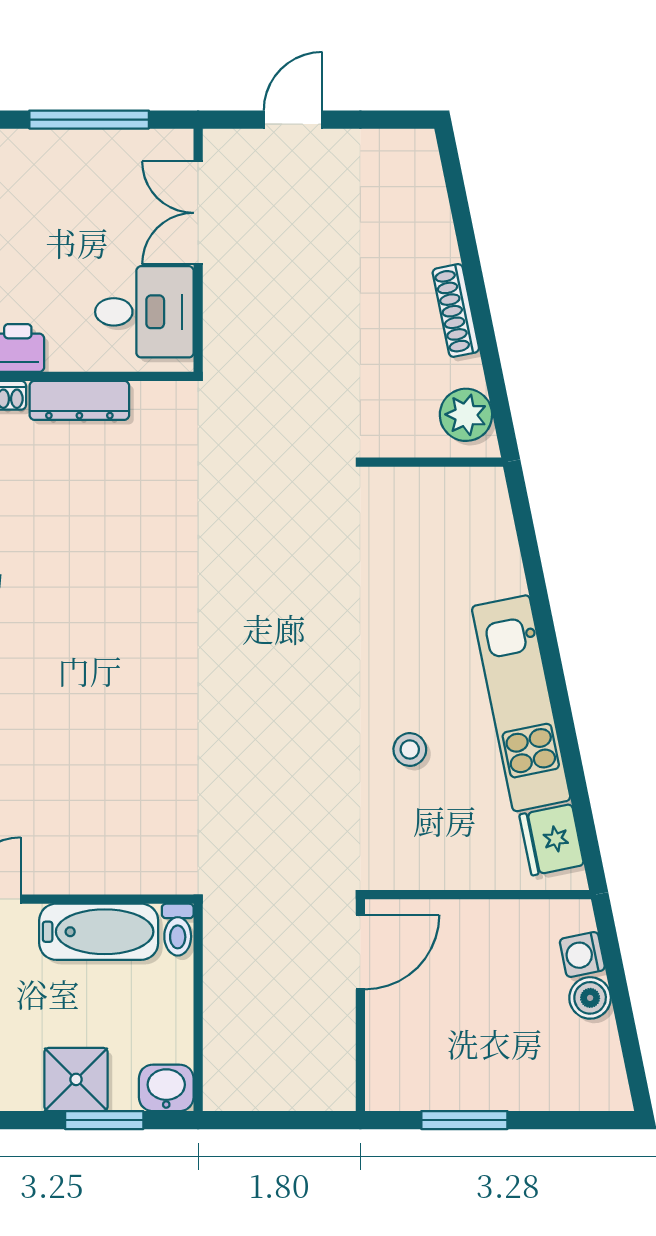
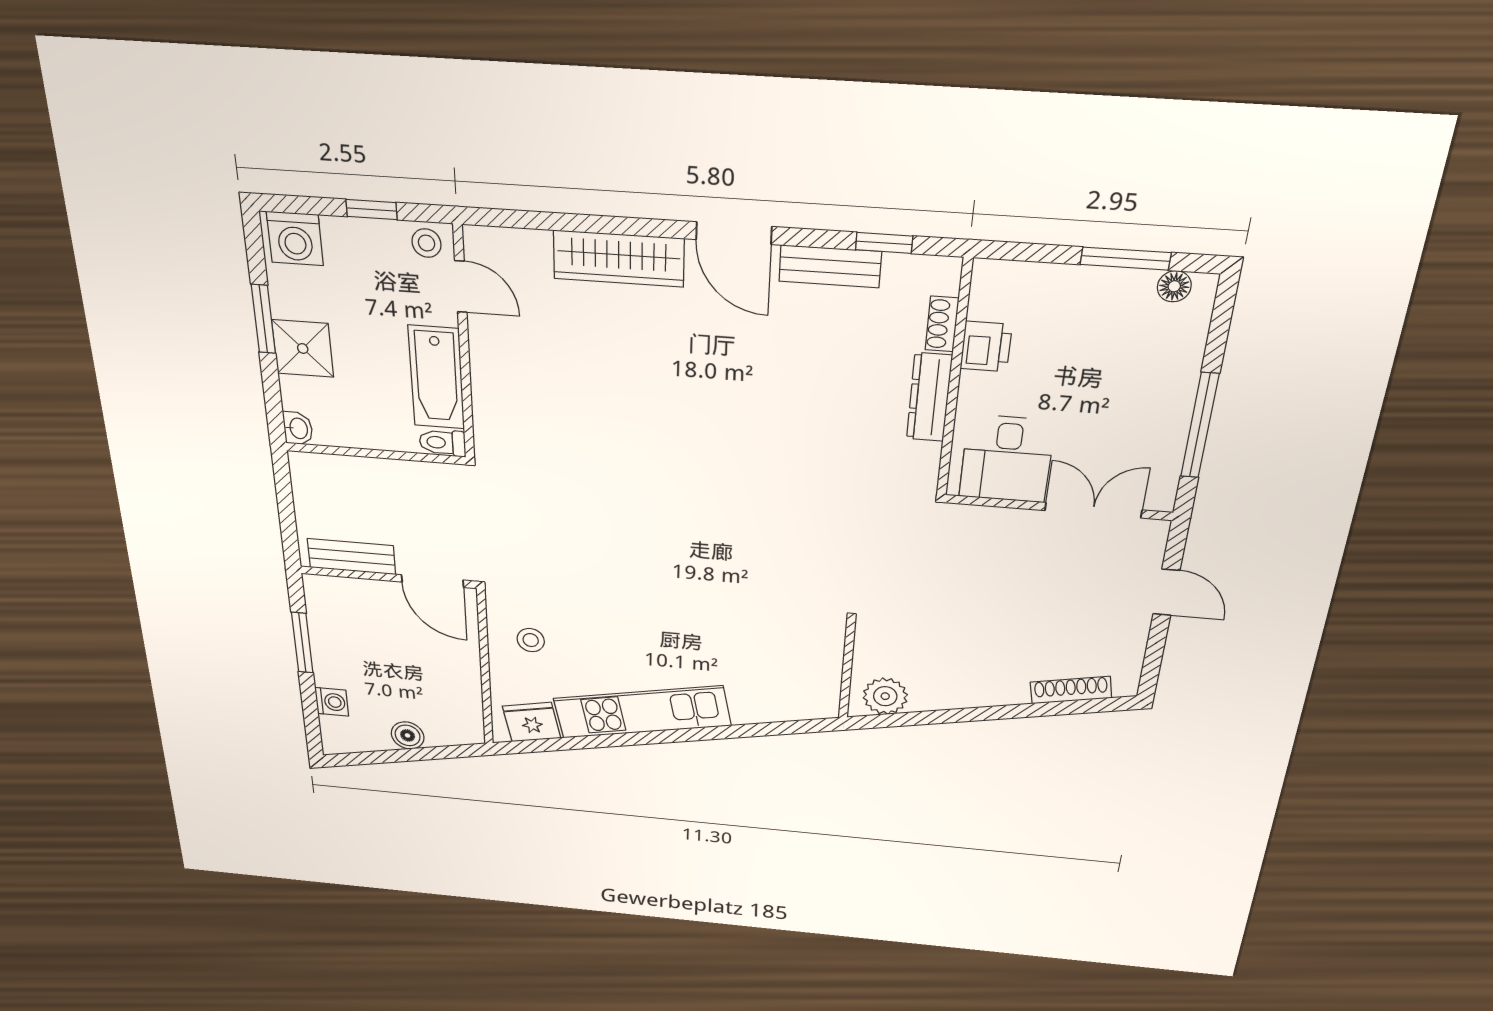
shoe rack: (456, 310) -> (1071, 690), moved
stool: (410, 749) -> (531, 640), moved
washing machine: (582, 955) -> (332, 702), moved, turned 101
bench: (336, 1048) -> (351, 557), added
washbasin: (166, 1088) -> (298, 428), width x0.72, depth x0.69
window: (104, 1120) -> (263, 319), moved

